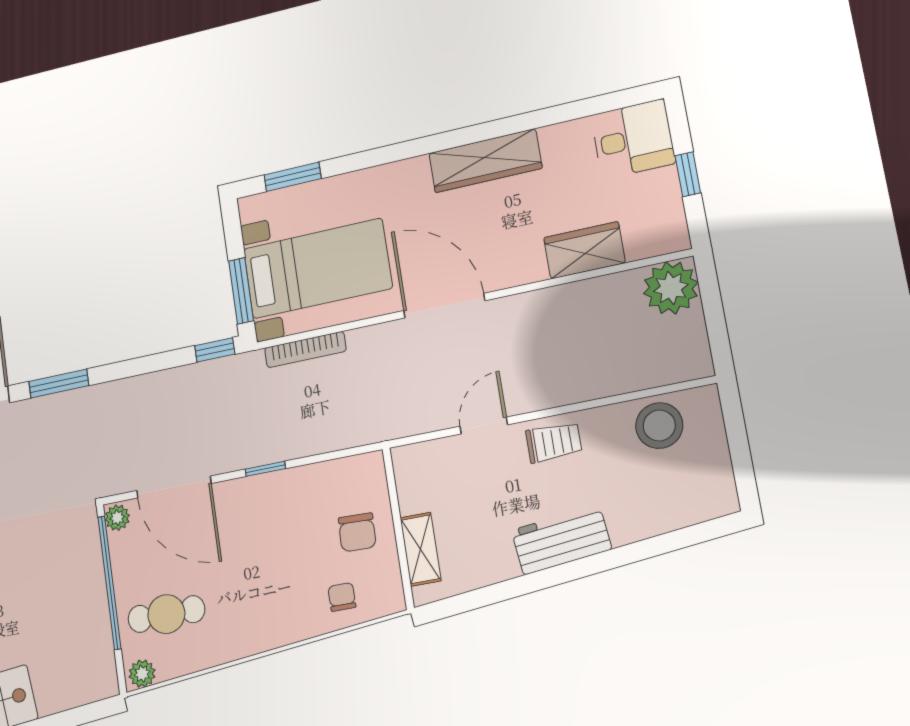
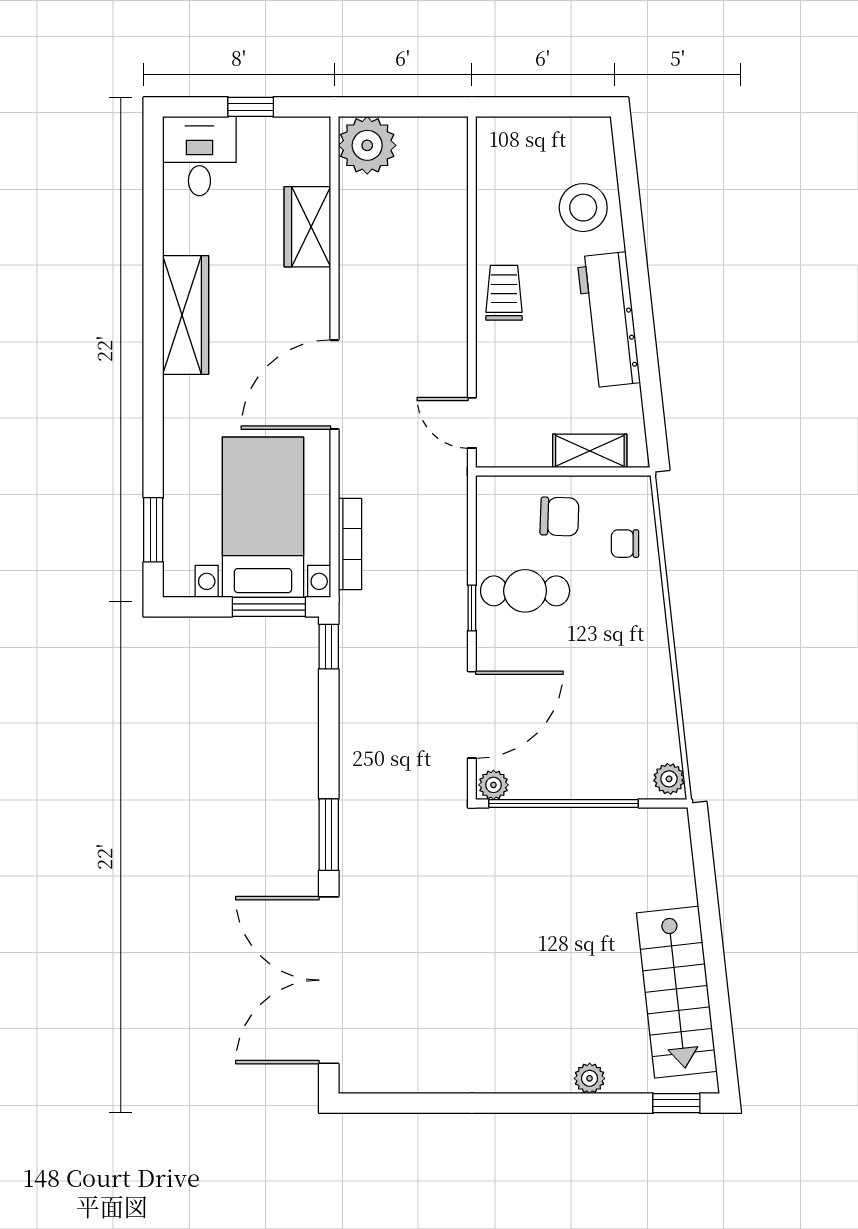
door: (484, 425) -> (472, 423), moved
stool: (659, 425) -> (583, 208), moved
workbench: (561, 540) -> (609, 320), width x1.38
cafe table: (166, 614) -> (525, 591), moved, turned 90

